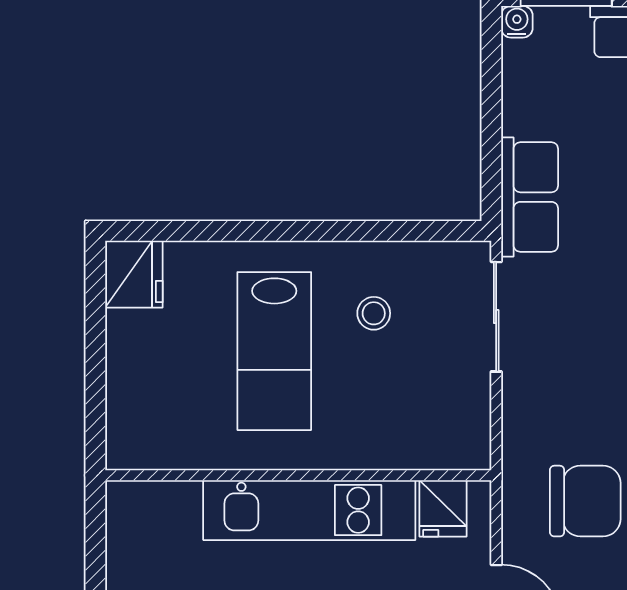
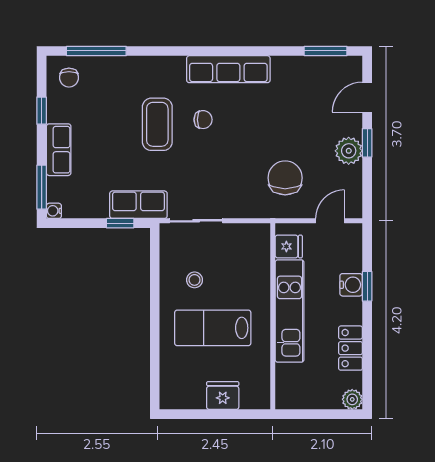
window: (491, 159) -> (120, 223), added
fridge: (134, 274) -> (223, 396), moved
lab bench: (274, 351) -> (213, 328), turned 180

